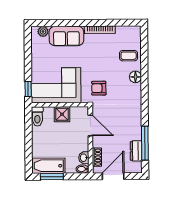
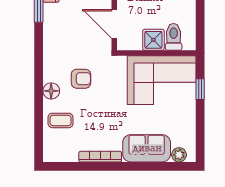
armchair: (99, 88) -> (81, 79), moved
window: (28, 89) -> (200, 89), moved
toilet: (37, 116) -> (174, 37), moved

